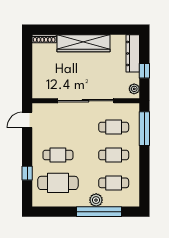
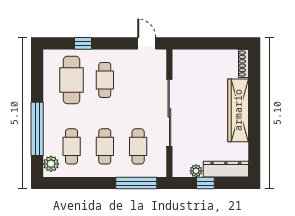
plant: (134, 89) -> (196, 171), moved
plant: (96, 200) -> (51, 164), moved

